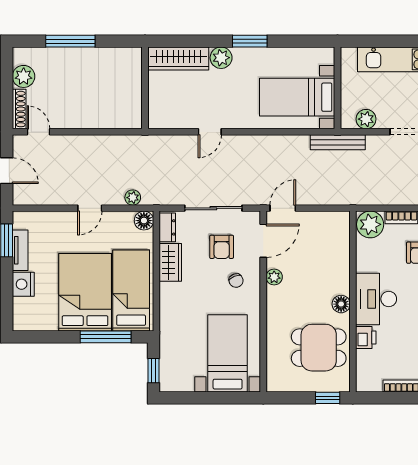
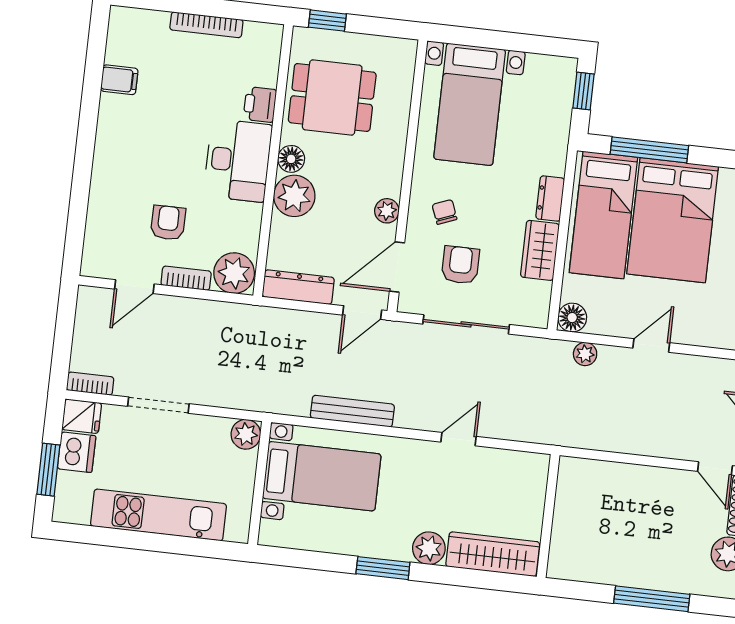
plant: (366, 119) -> (246, 434), moved
bench: (338, 142) -> (352, 411), moved
dresser: (327, 220) -> (298, 287), added
dresser: (167, 227) -> (550, 199), moved
plant: (336, 280) -> (294, 196), added

